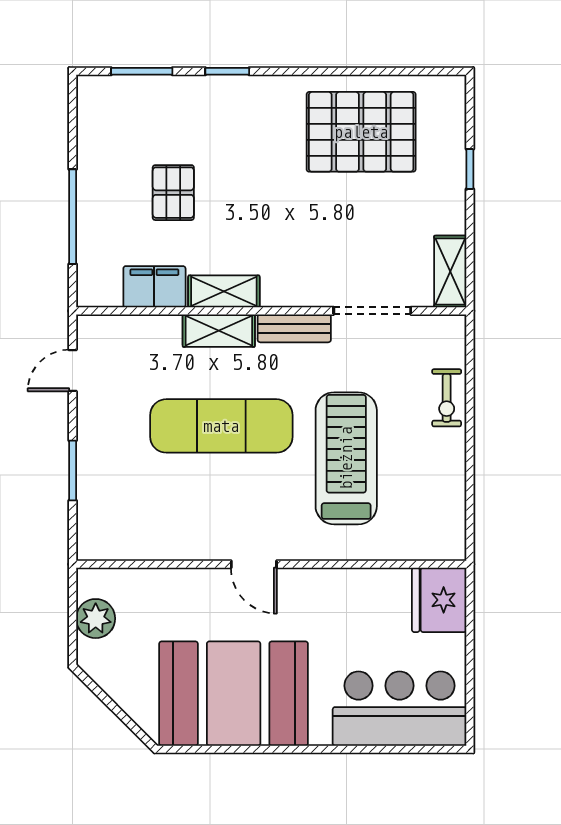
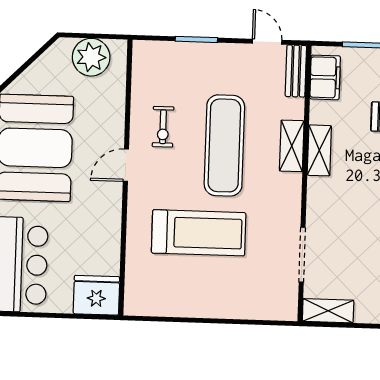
filing cabinet: (154, 287) -> (325, 77), moved
bench: (294, 328) -> (296, 71), moved
exercise bike: (447, 398) -> (163, 127), moved, turned -90
plant: (96, 619) -> (91, 57), width x1.36, depth x1.36

